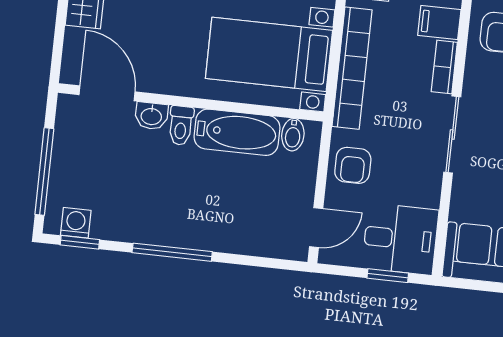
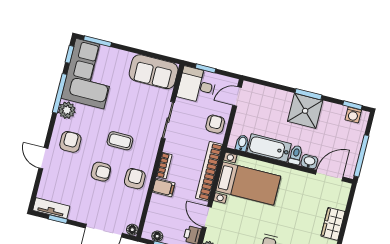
door: (107, 93) -> (329, 176), swing flipped
sliding door: (452, 134) -> (168, 120), moved
window: (44, 171) -> (361, 156), moved
shower: (174, 218) -> (305, 111), added
window: (172, 252) -> (308, 94), width x0.69

